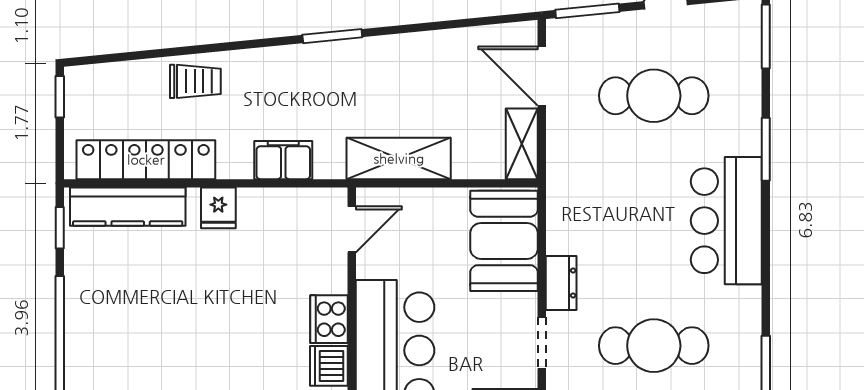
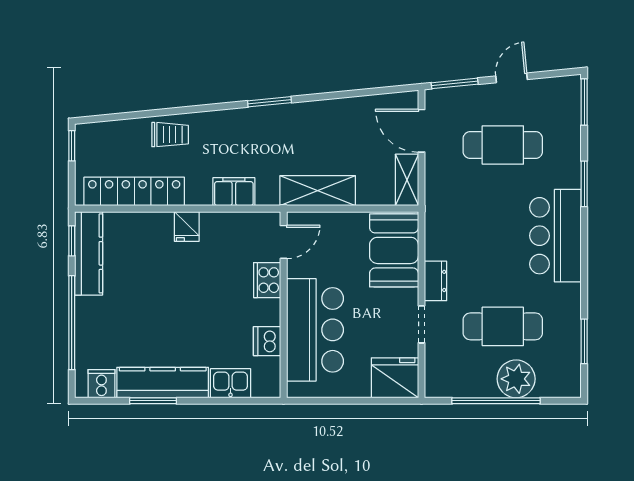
kitchen counter: (128, 207) -> (89, 253), moved, turned -90
cooker: (329, 319) -> (267, 280), moved

